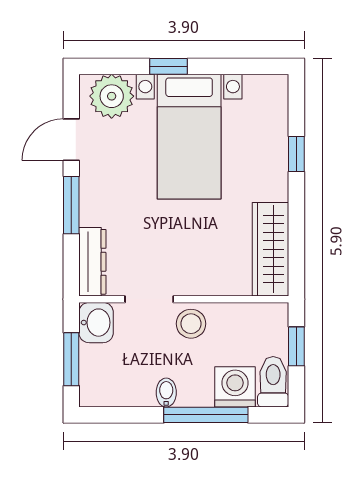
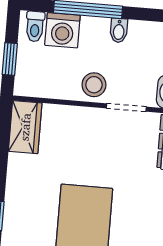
wardrobe: (271, 249) -> (25, 127), width x0.67
toilet: (273, 382) -> (35, 26), width x0.73, depth x0.72

